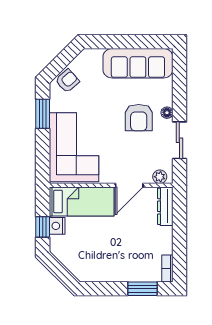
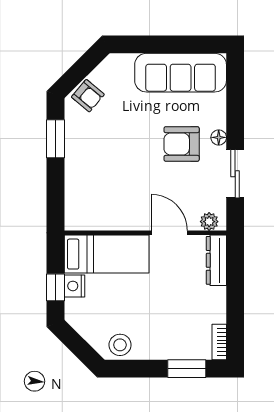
armchair: (67, 81) -> (88, 96), turned 81
armchair: (139, 118) -> (182, 144), turned 90
corner sofa: (74, 147) -> (97, 183), removed
door: (129, 185) -> (169, 233), swing flipped
stool: (92, 271) -> (120, 345), added

